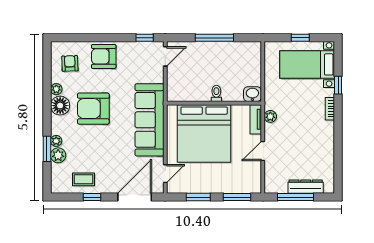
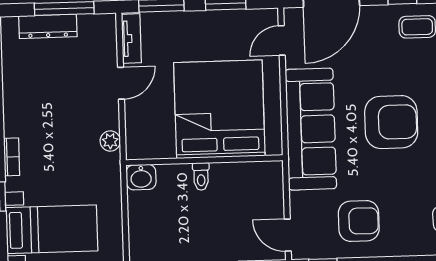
armchair: (104, 56) -> (359, 221), moved
door: (165, 56) -> (288, 235), hinge flipped
armchair: (93, 109) -> (391, 122), moved
tv unit: (256, 119) -> (131, 39), moved

